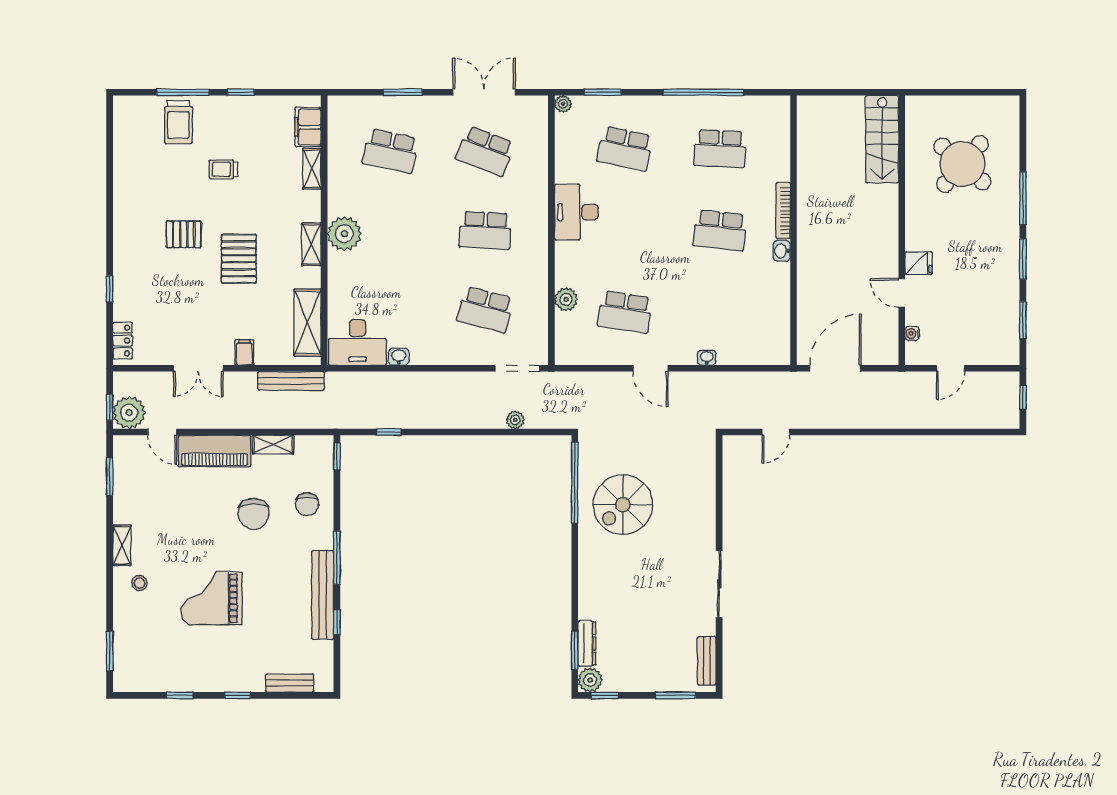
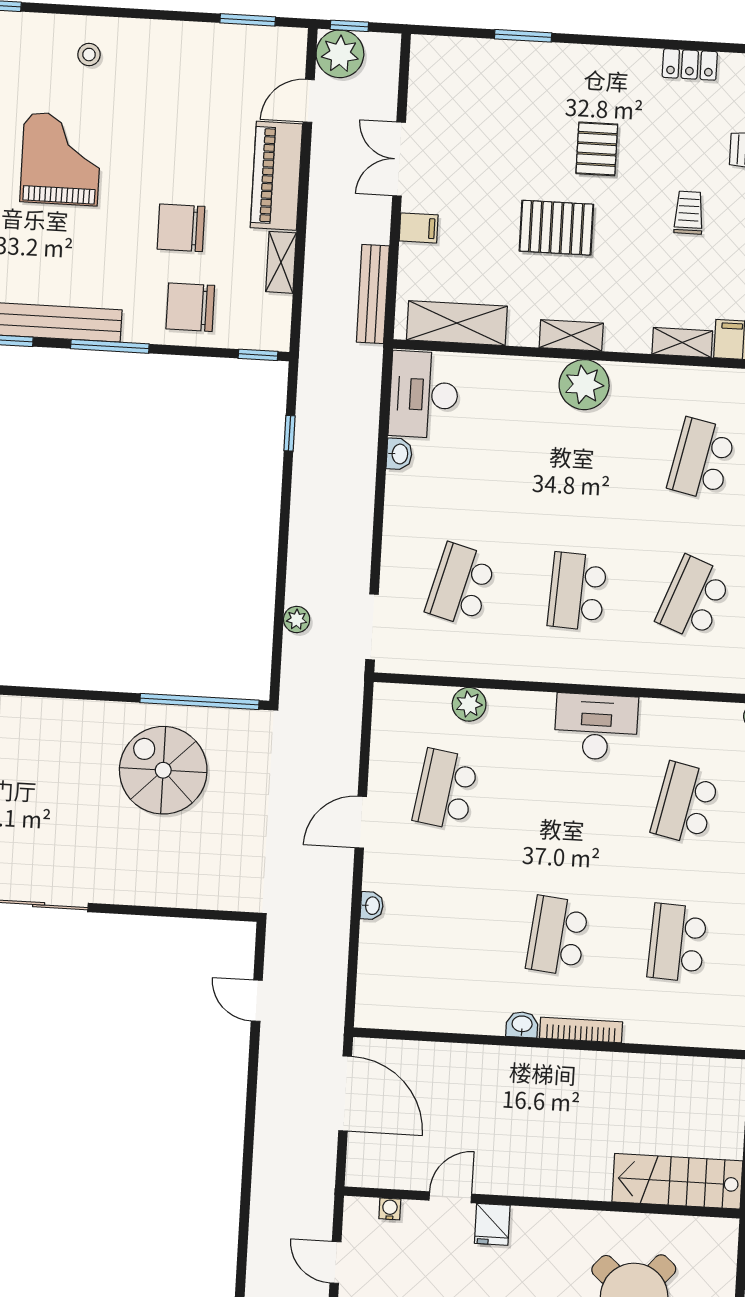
window: (110, 289) -> (523, 36), width x1.50
locker: (123, 341) -> (690, 64), moved
chair: (307, 504) -> (190, 307), width x1.37, depth x1.37
shelving: (122, 545) -> (146, 32), removed

